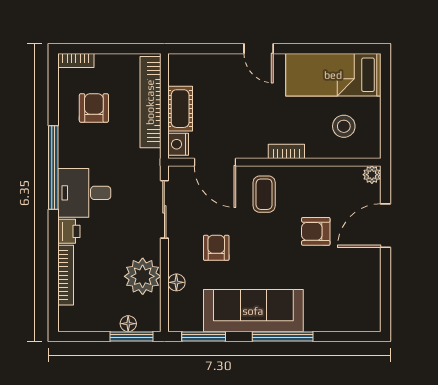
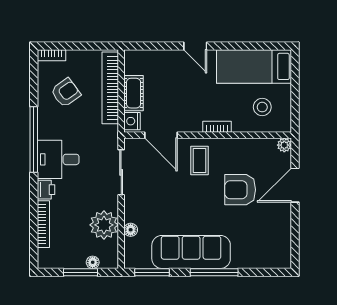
armchair: (94, 108) -> (66, 93), turned 54
armchair: (316, 231) -> (240, 190), width x1.38, depth x1.38
armchair: (216, 248) -> (162, 203), removed
window: (132, 336) -> (80, 272), moved

